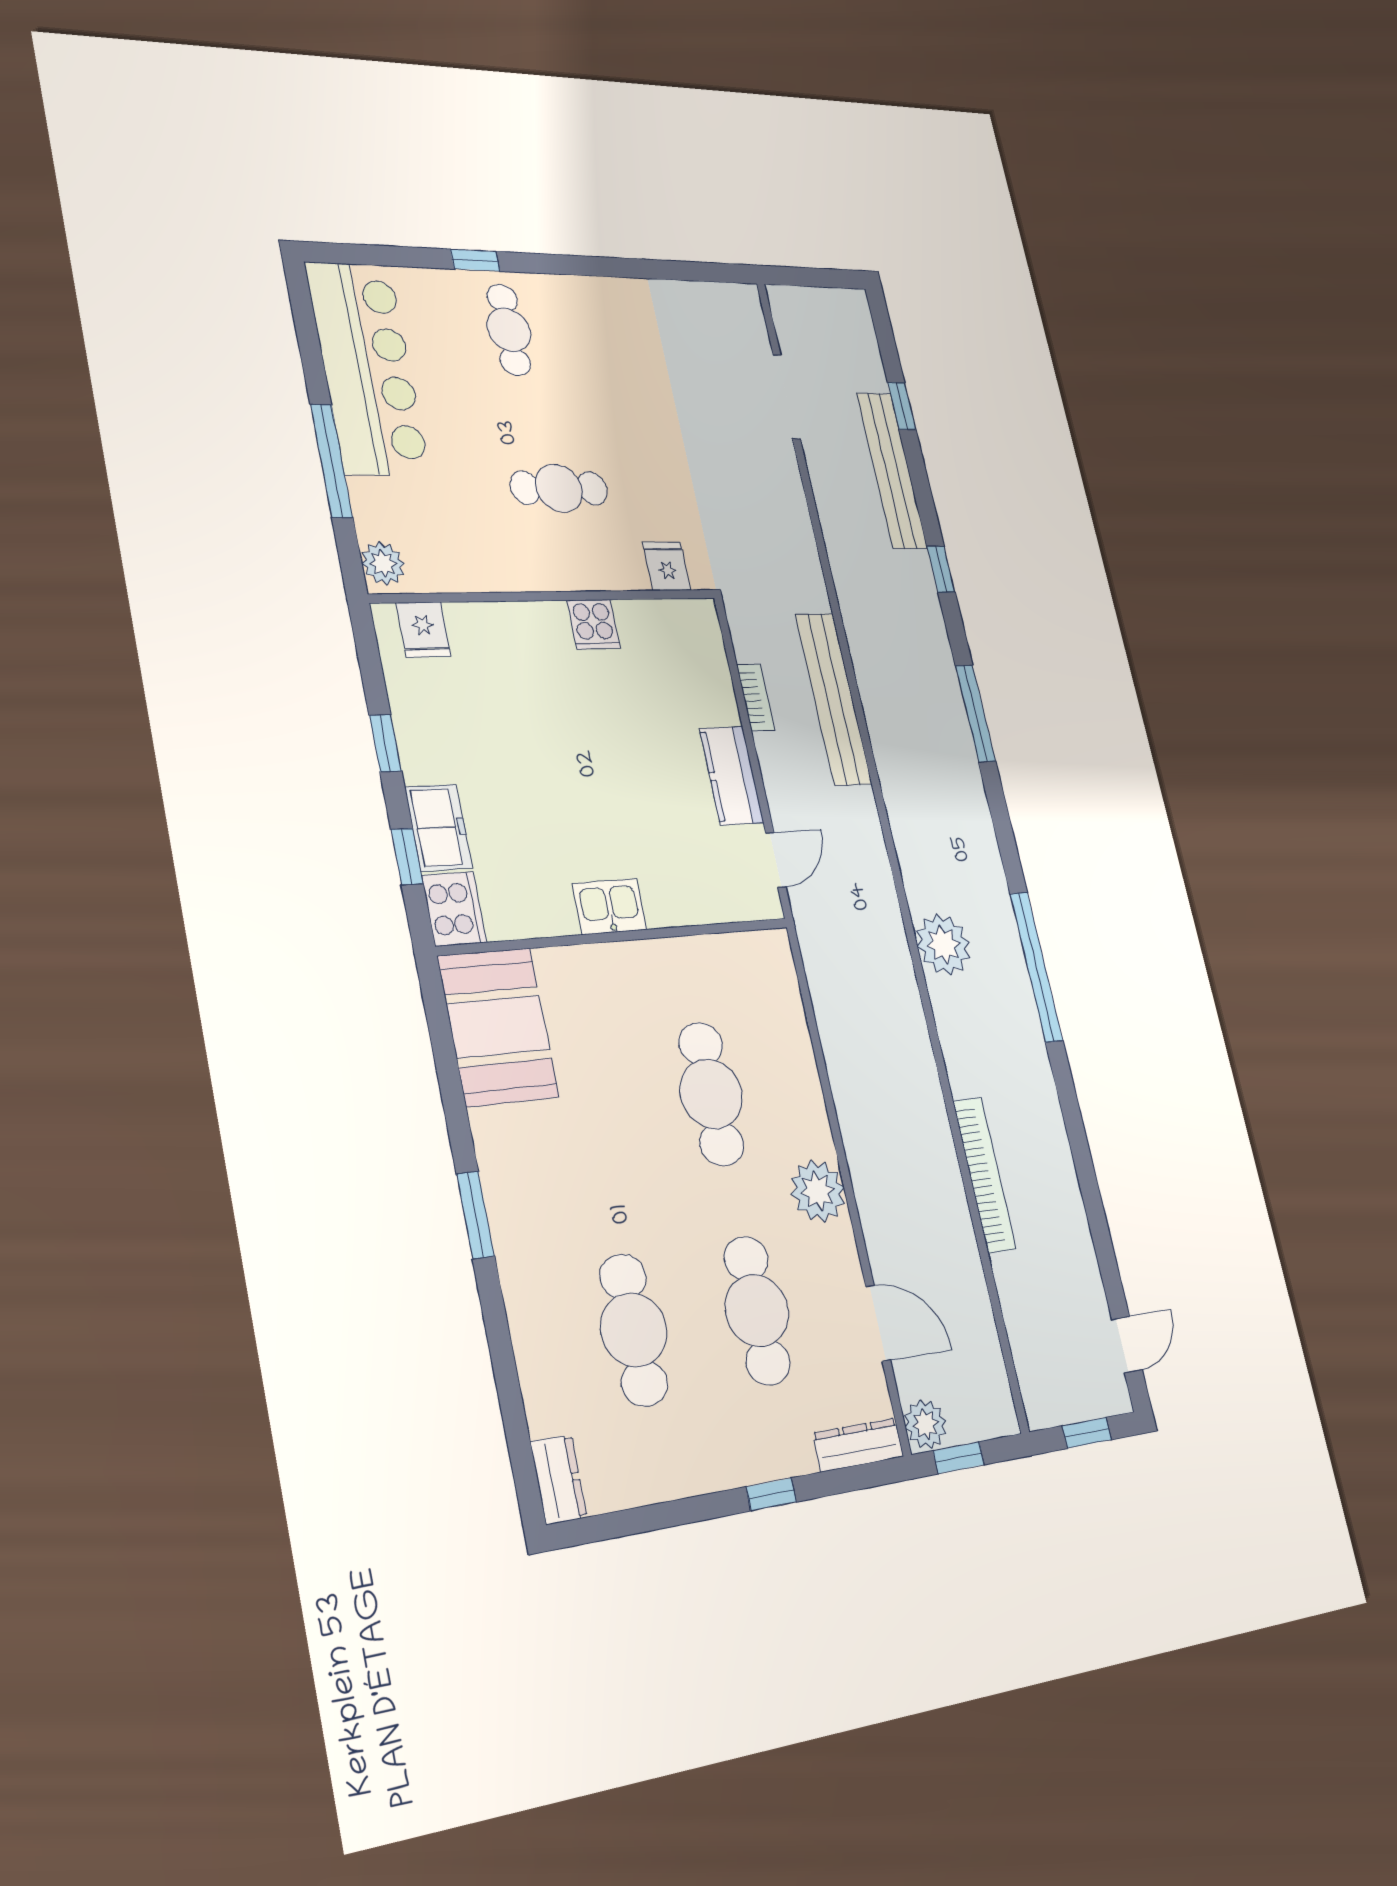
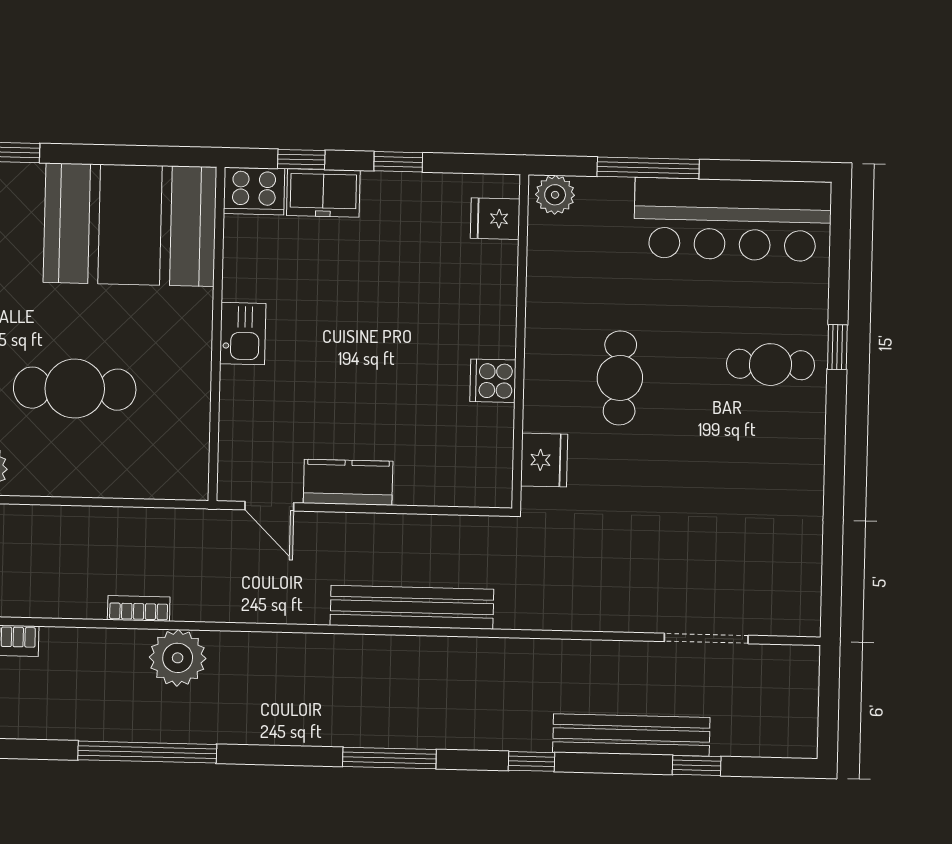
fridge: (667, 566) -> (544, 460), width x1.38
bookcase: (756, 697) -> (139, 608), moved, turned 180
booth: (498, 1027) -> (130, 225), width x1.36, depth x1.42

